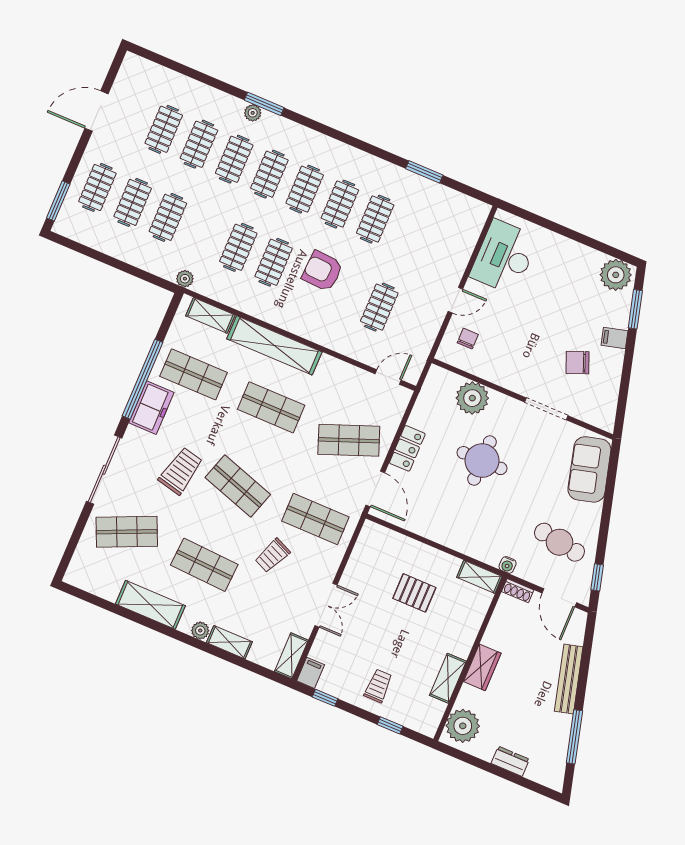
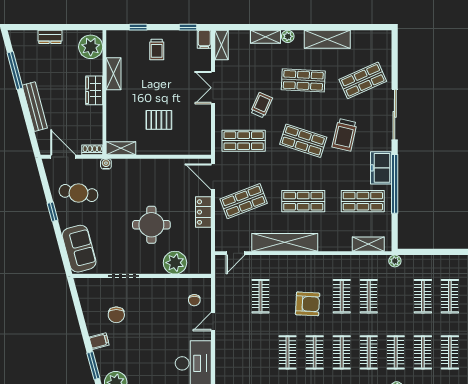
shelving: (274, 345) -> (285, 242), moved
chair: (578, 363) -> (116, 315), turned 112
window: (597, 577) -> (53, 212), moved

